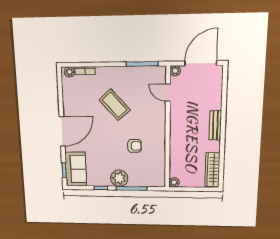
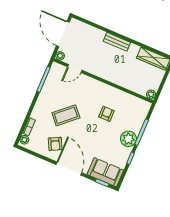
armchair: (80, 107) -> (55, 144), added

